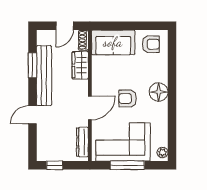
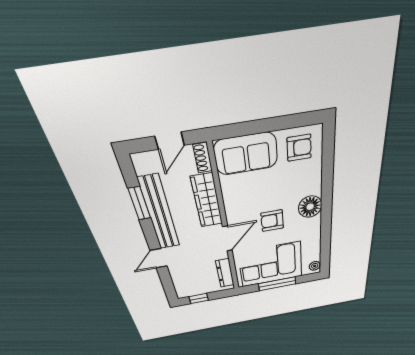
wardrobe: (80, 65) -> (207, 201), width x1.50

